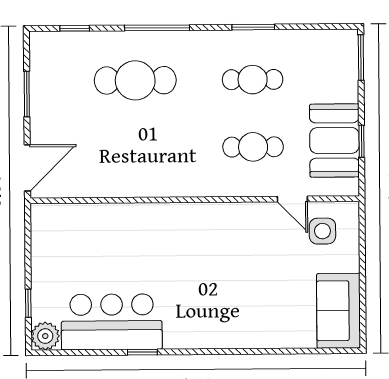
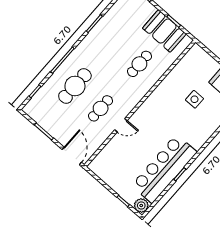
cafe table: (253, 80) -> (101, 108), moved
door: (292, 199) -> (121, 125), moved
side table: (322, 231) -> (194, 99), moved
bar counter: (112, 322) -> (164, 169), width x1.36

